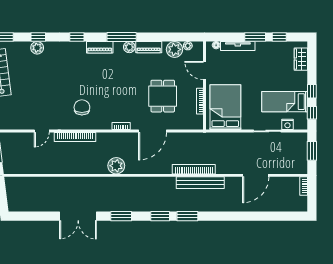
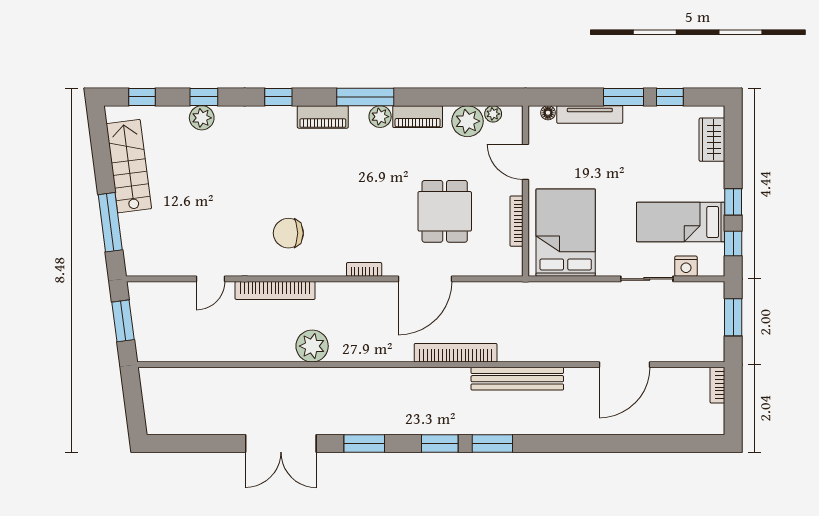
chair: (82, 107) -> (288, 233), turned -90
plant: (116, 166) -> (312, 346), moved
bookcase: (194, 169) -> (456, 353), moved

